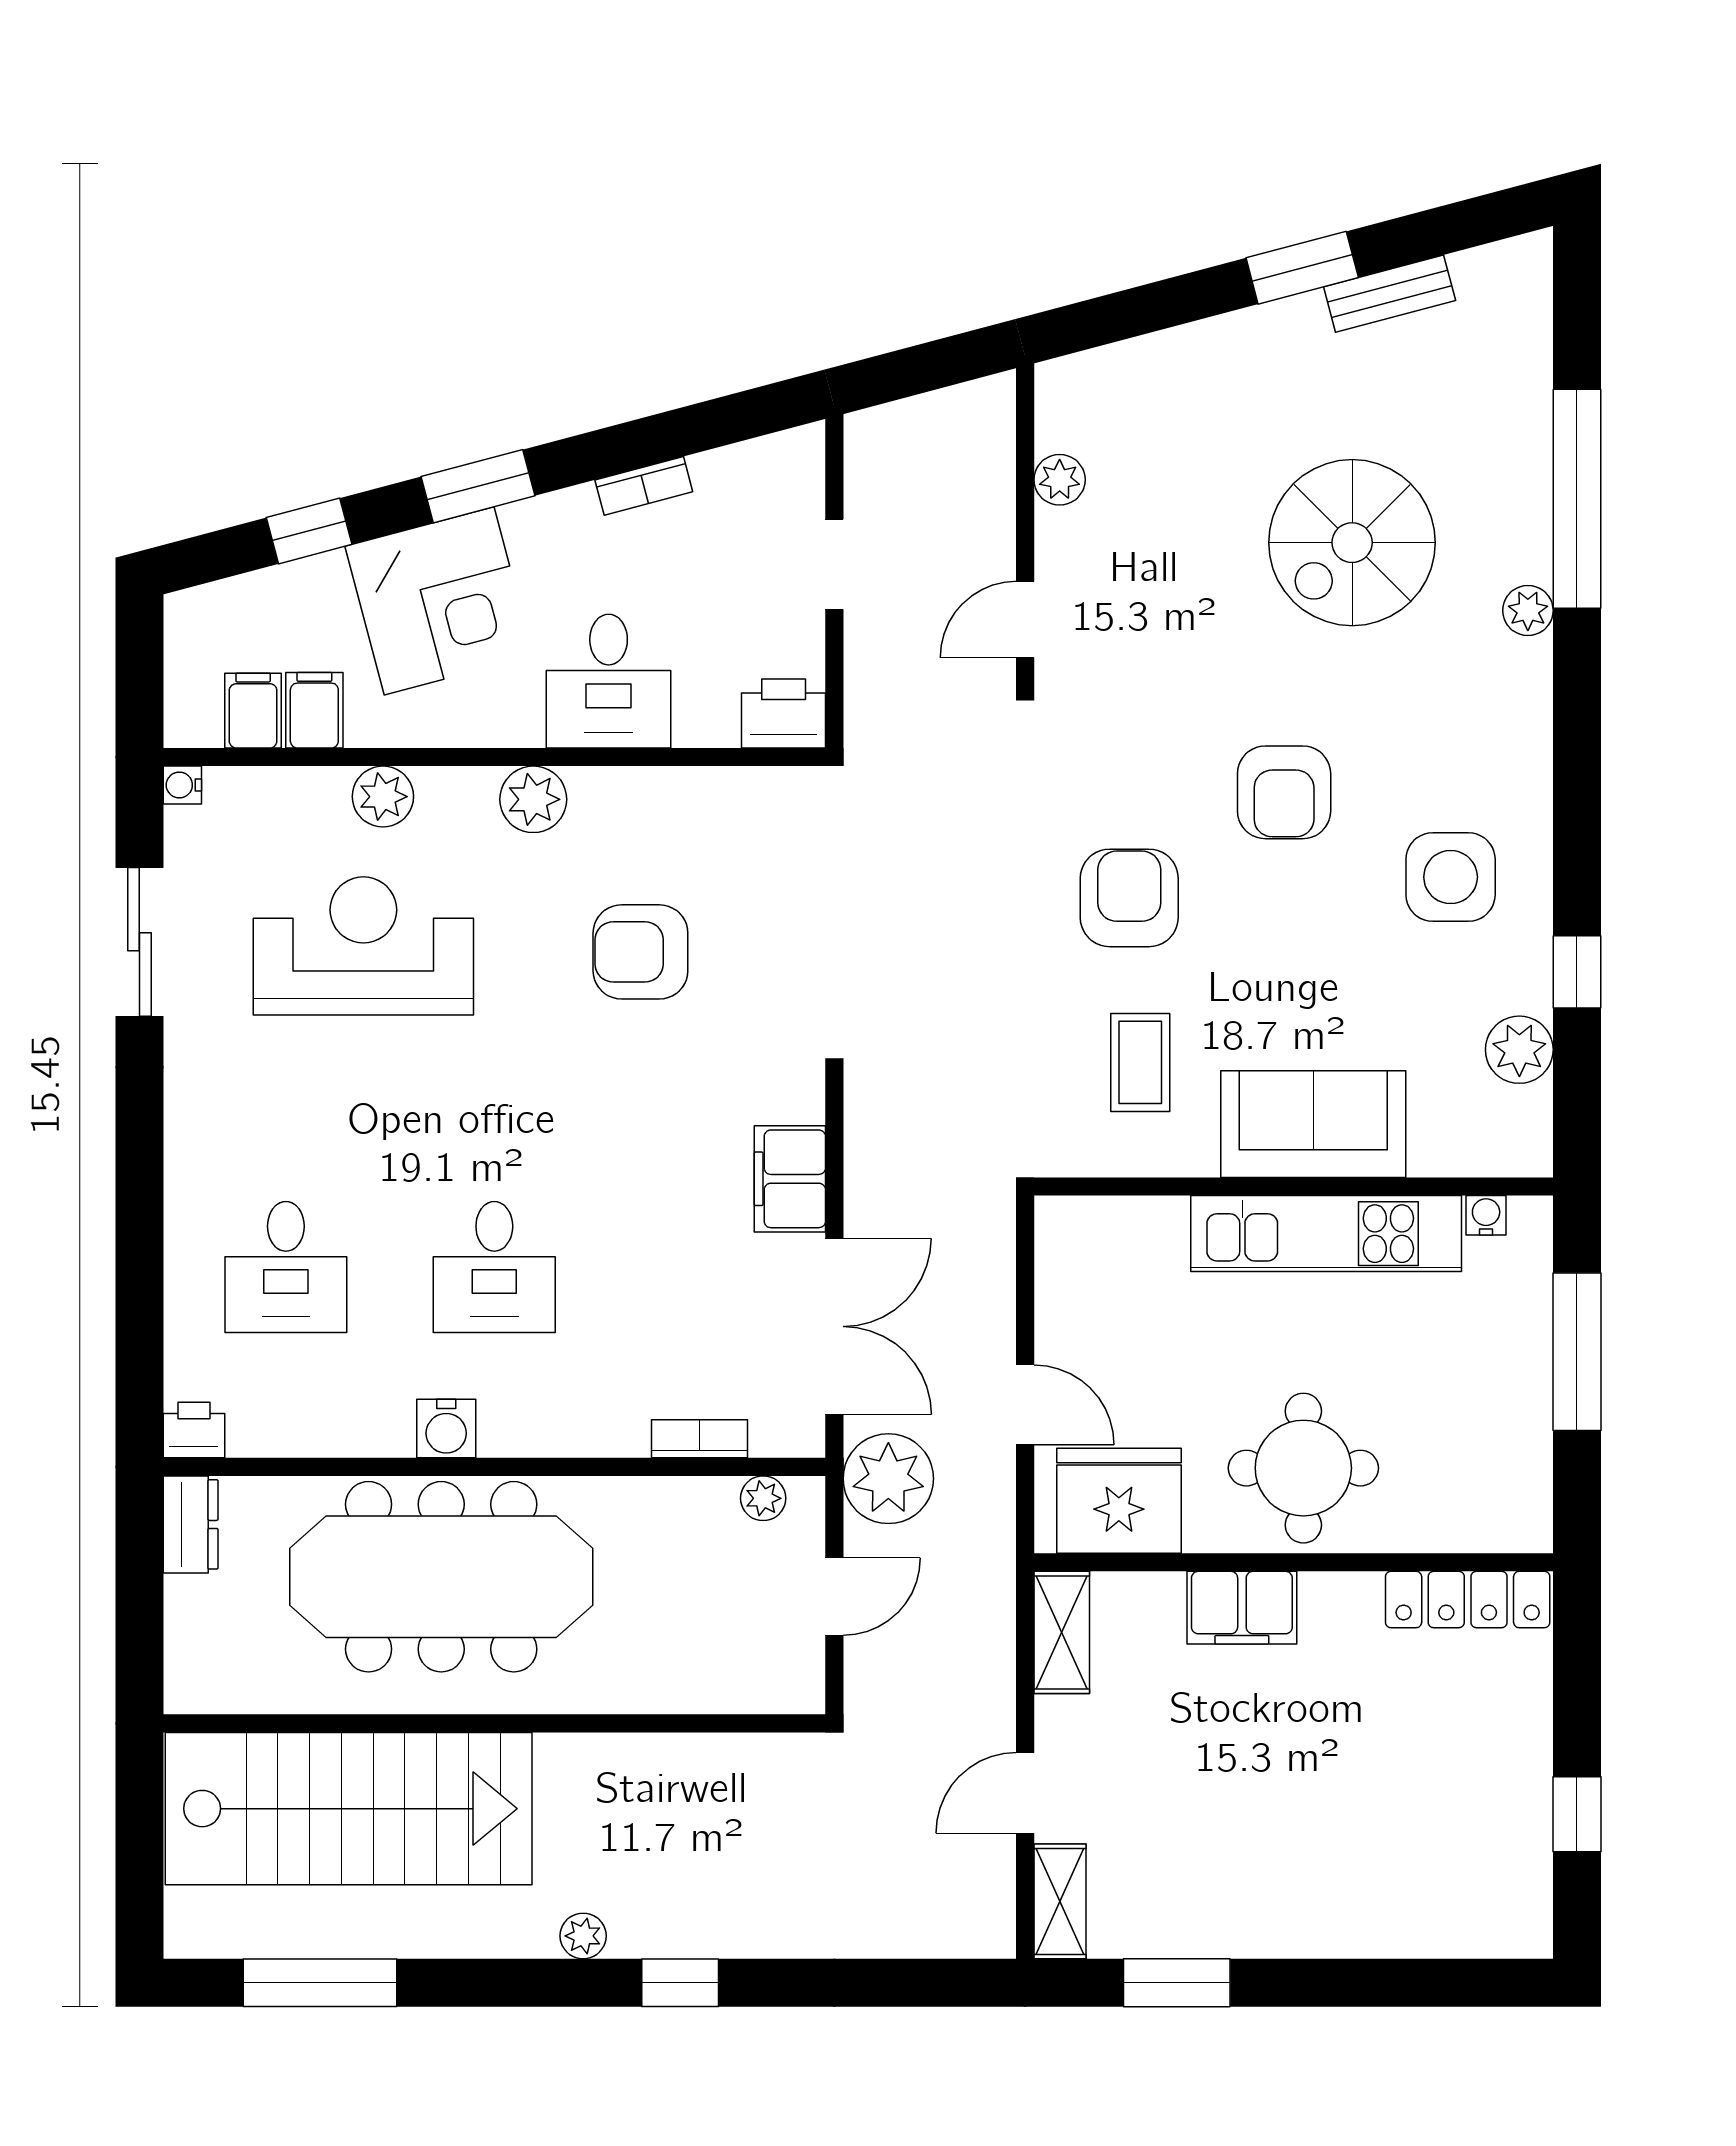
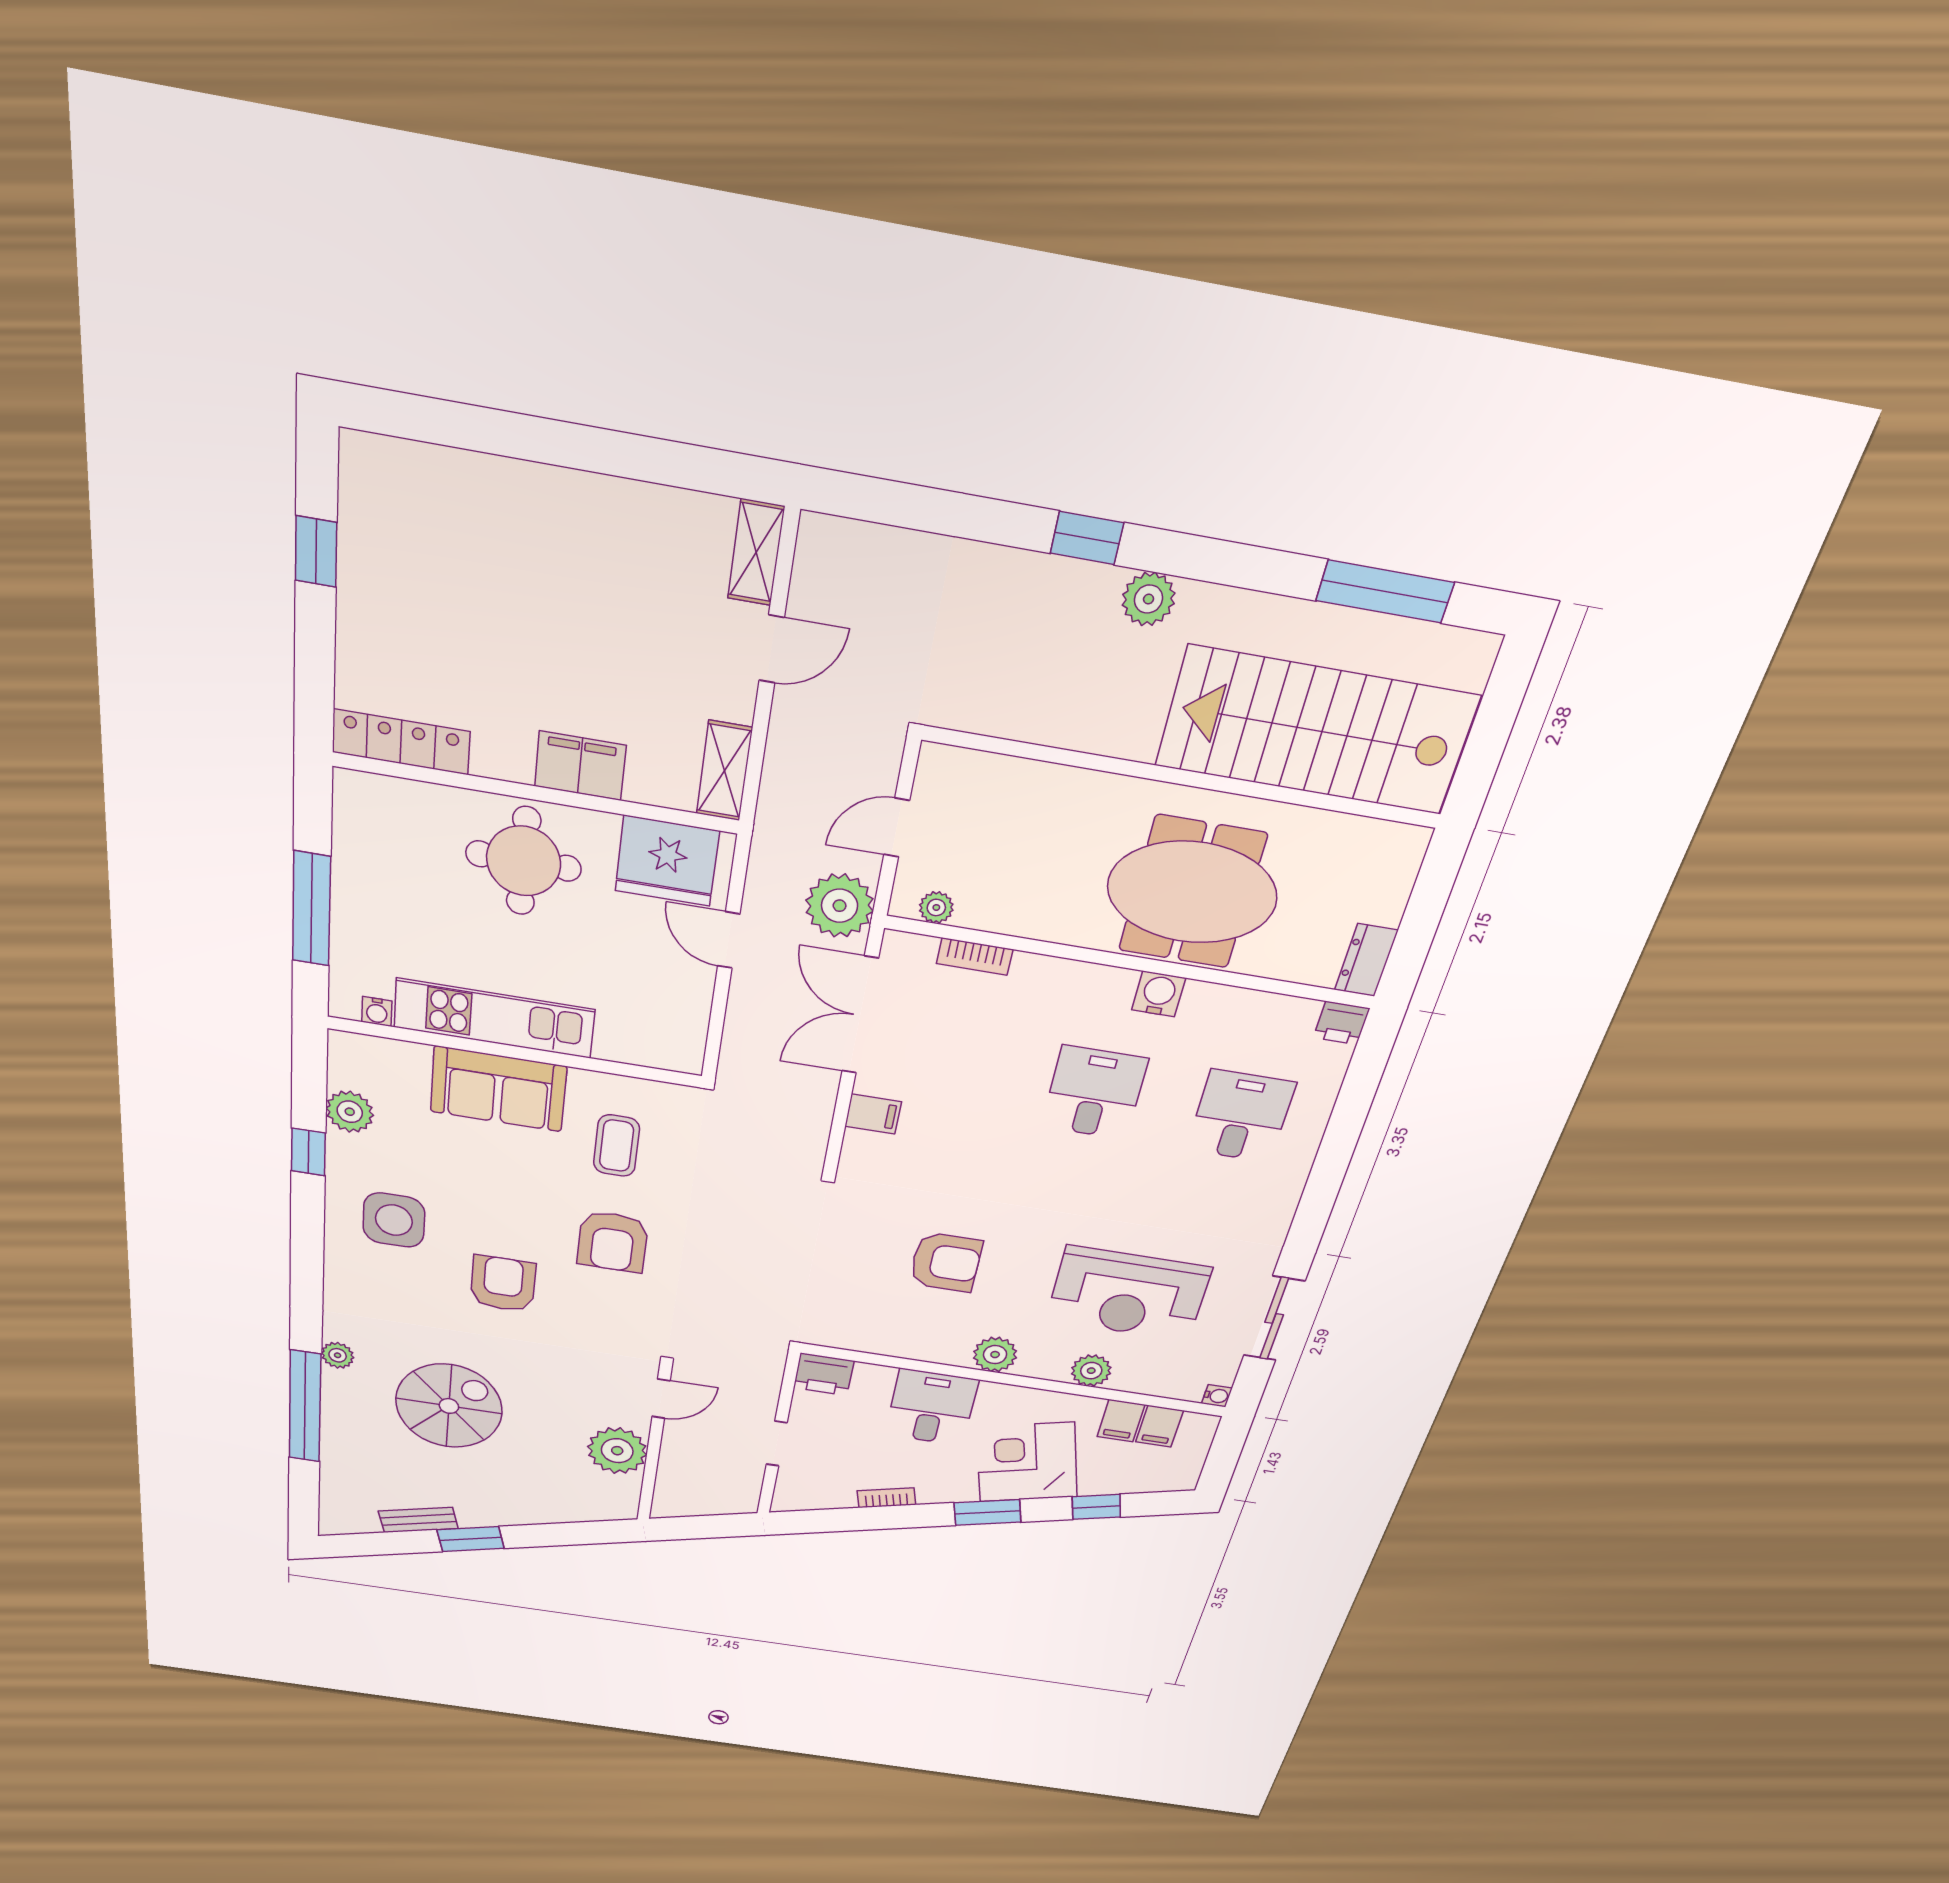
plant: (1060, 480) -> (617, 1451), width x1.88, depth x1.88
filing cabinet: (790, 1179) -> (873, 1114), width x0.50
meeting table: (441, 1577) -> (1192, 892), width x0.73
plant: (583, 1936) -> (1149, 599), width x1.38, depth x1.38
window: (1177, 1983) -> (666, 463), removed

